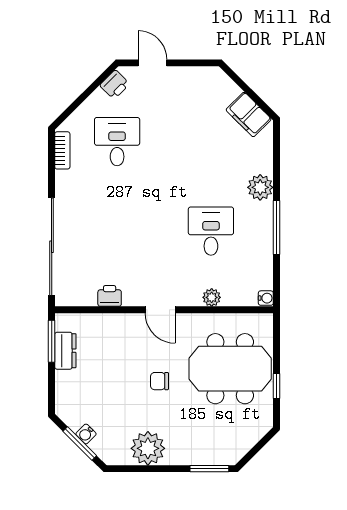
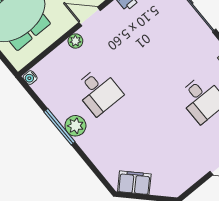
plant: (260, 187) -> (75, 126), moved
plant: (212, 297) -> (75, 41), moved

